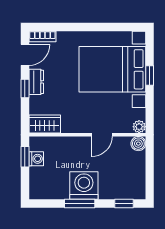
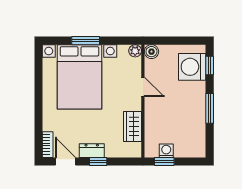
window: (150, 76) -> (86, 41), width x1.50
wardrobe: (45, 124) -> (133, 127), moved
washing machine: (84, 186) -> (192, 67), moved

